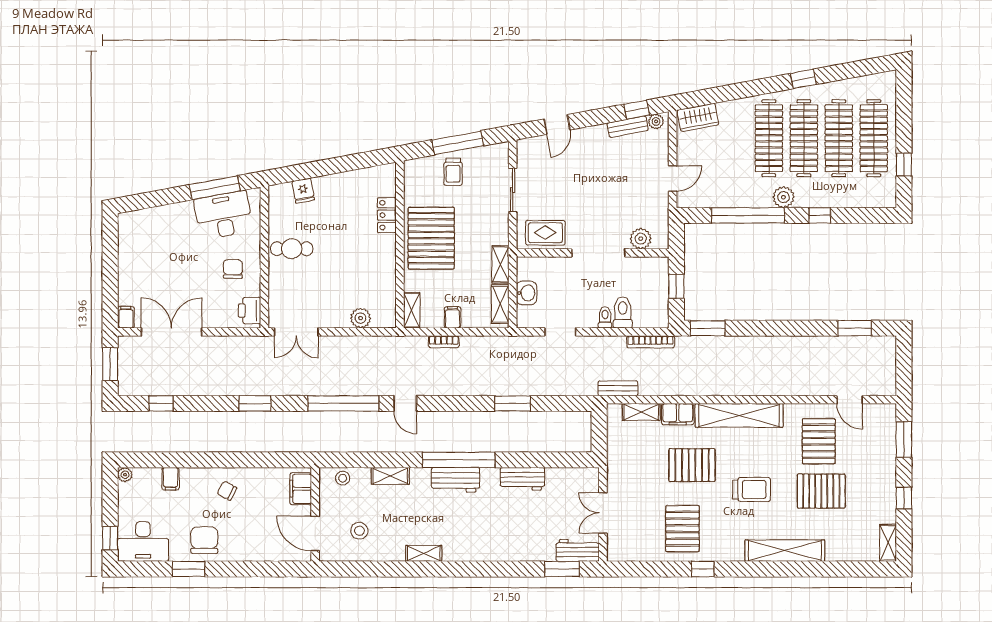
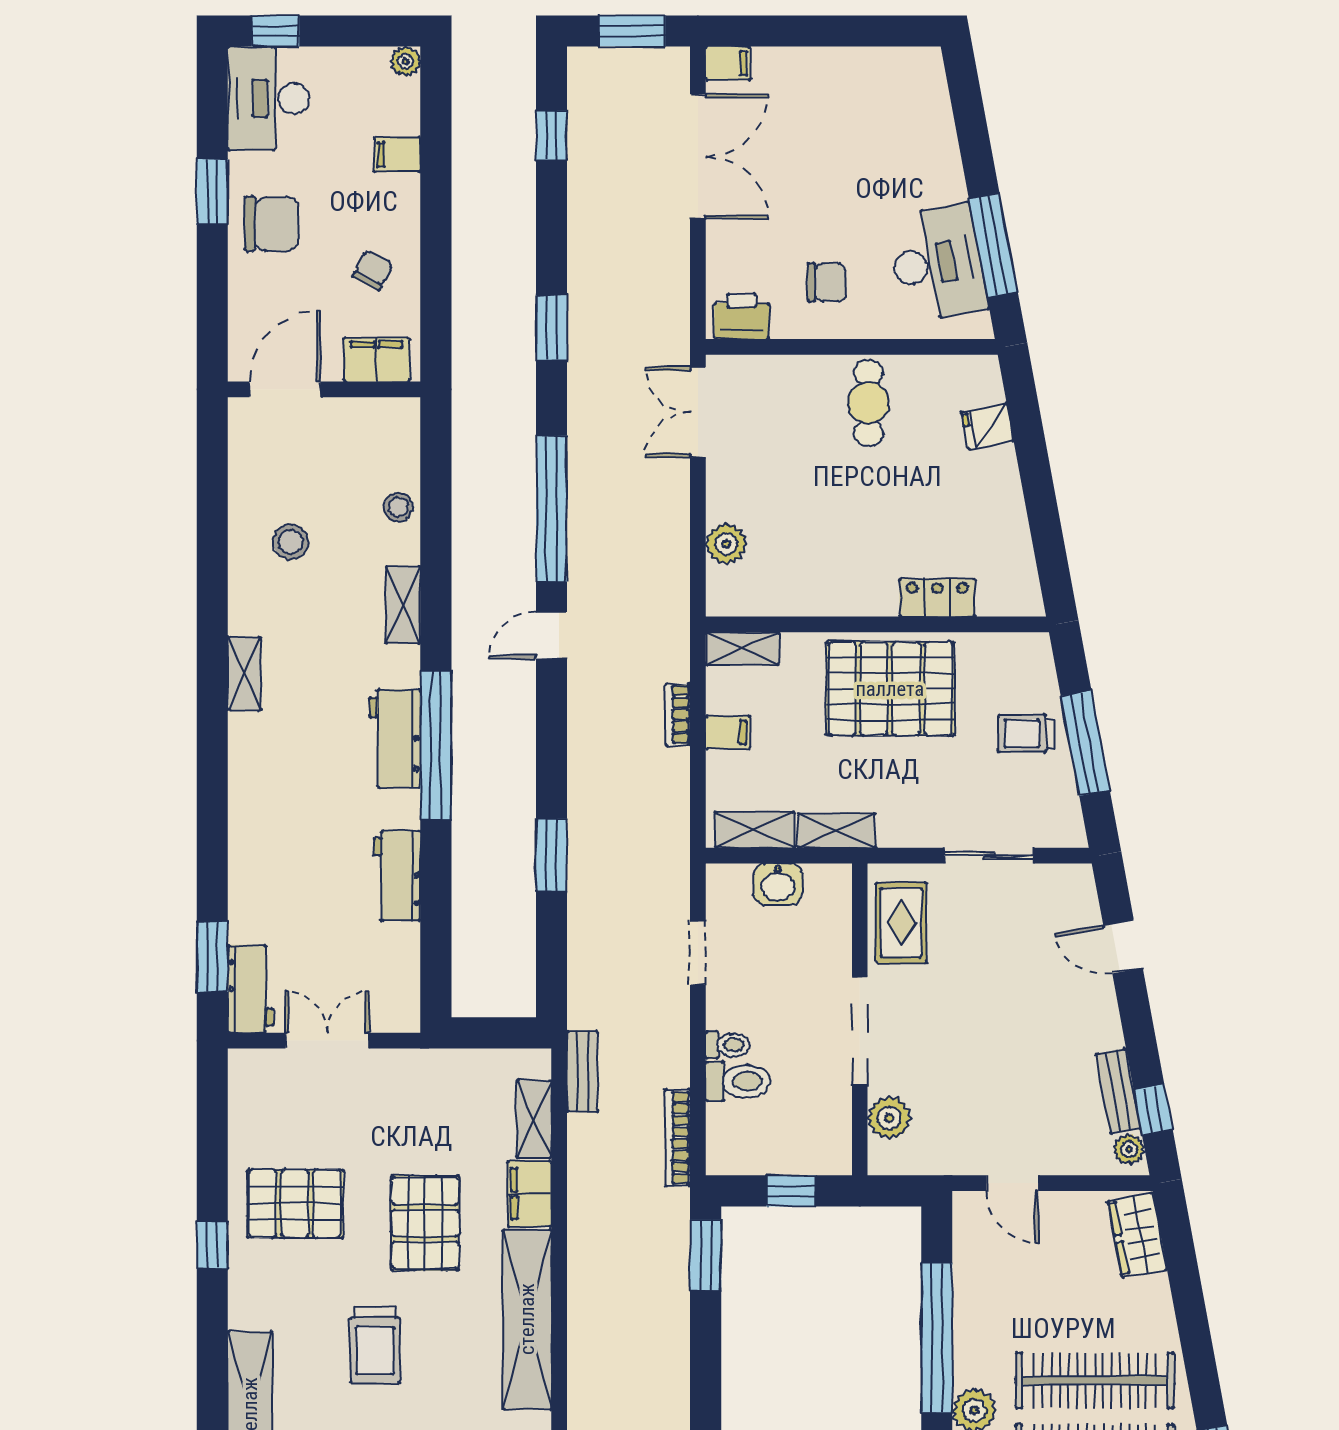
filing cabinet: (301, 489) -> (377, 360), moved
wall: (315, 514) -> (324, 389), moved
door: (315, 534) -> (285, 389), moved

